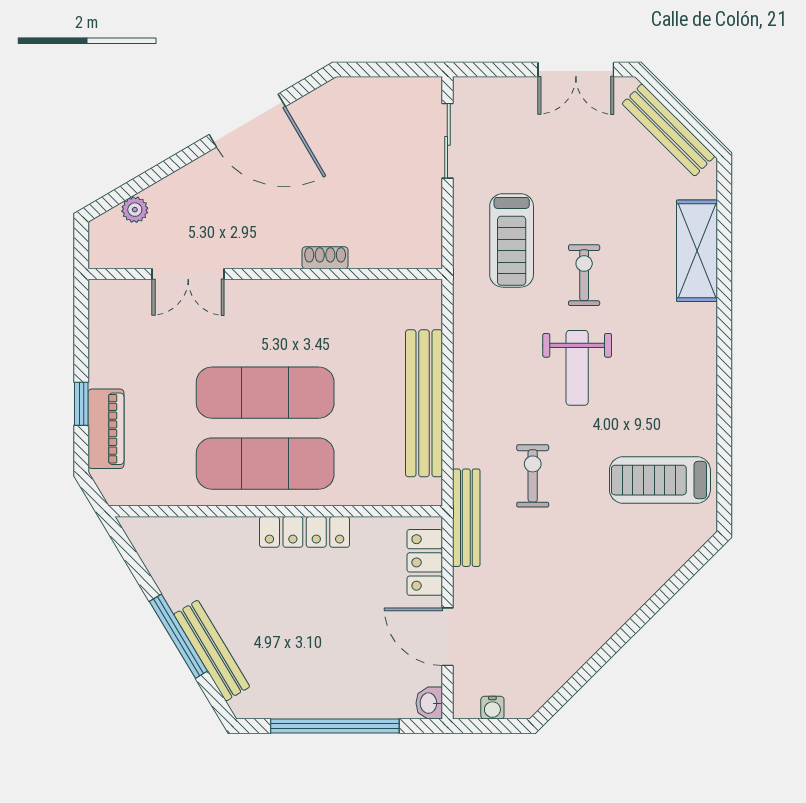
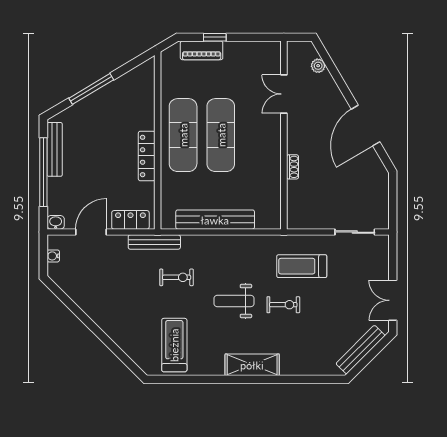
shelving: (697, 251) -> (252, 365), moved
bench: (212, 651) -> (55, 149), moved, turned -59

